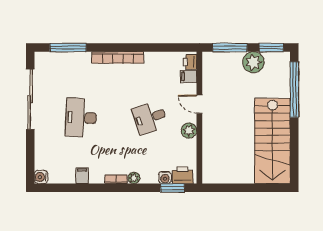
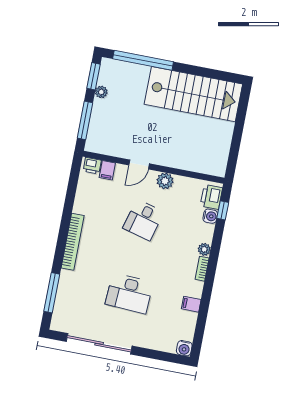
plant: (253, 62) -> (101, 92), width x0.53, depth x0.53
desk: (150, 118) -> (143, 220), turned 33
window: (172, 188) -> (223, 210), width x0.67

